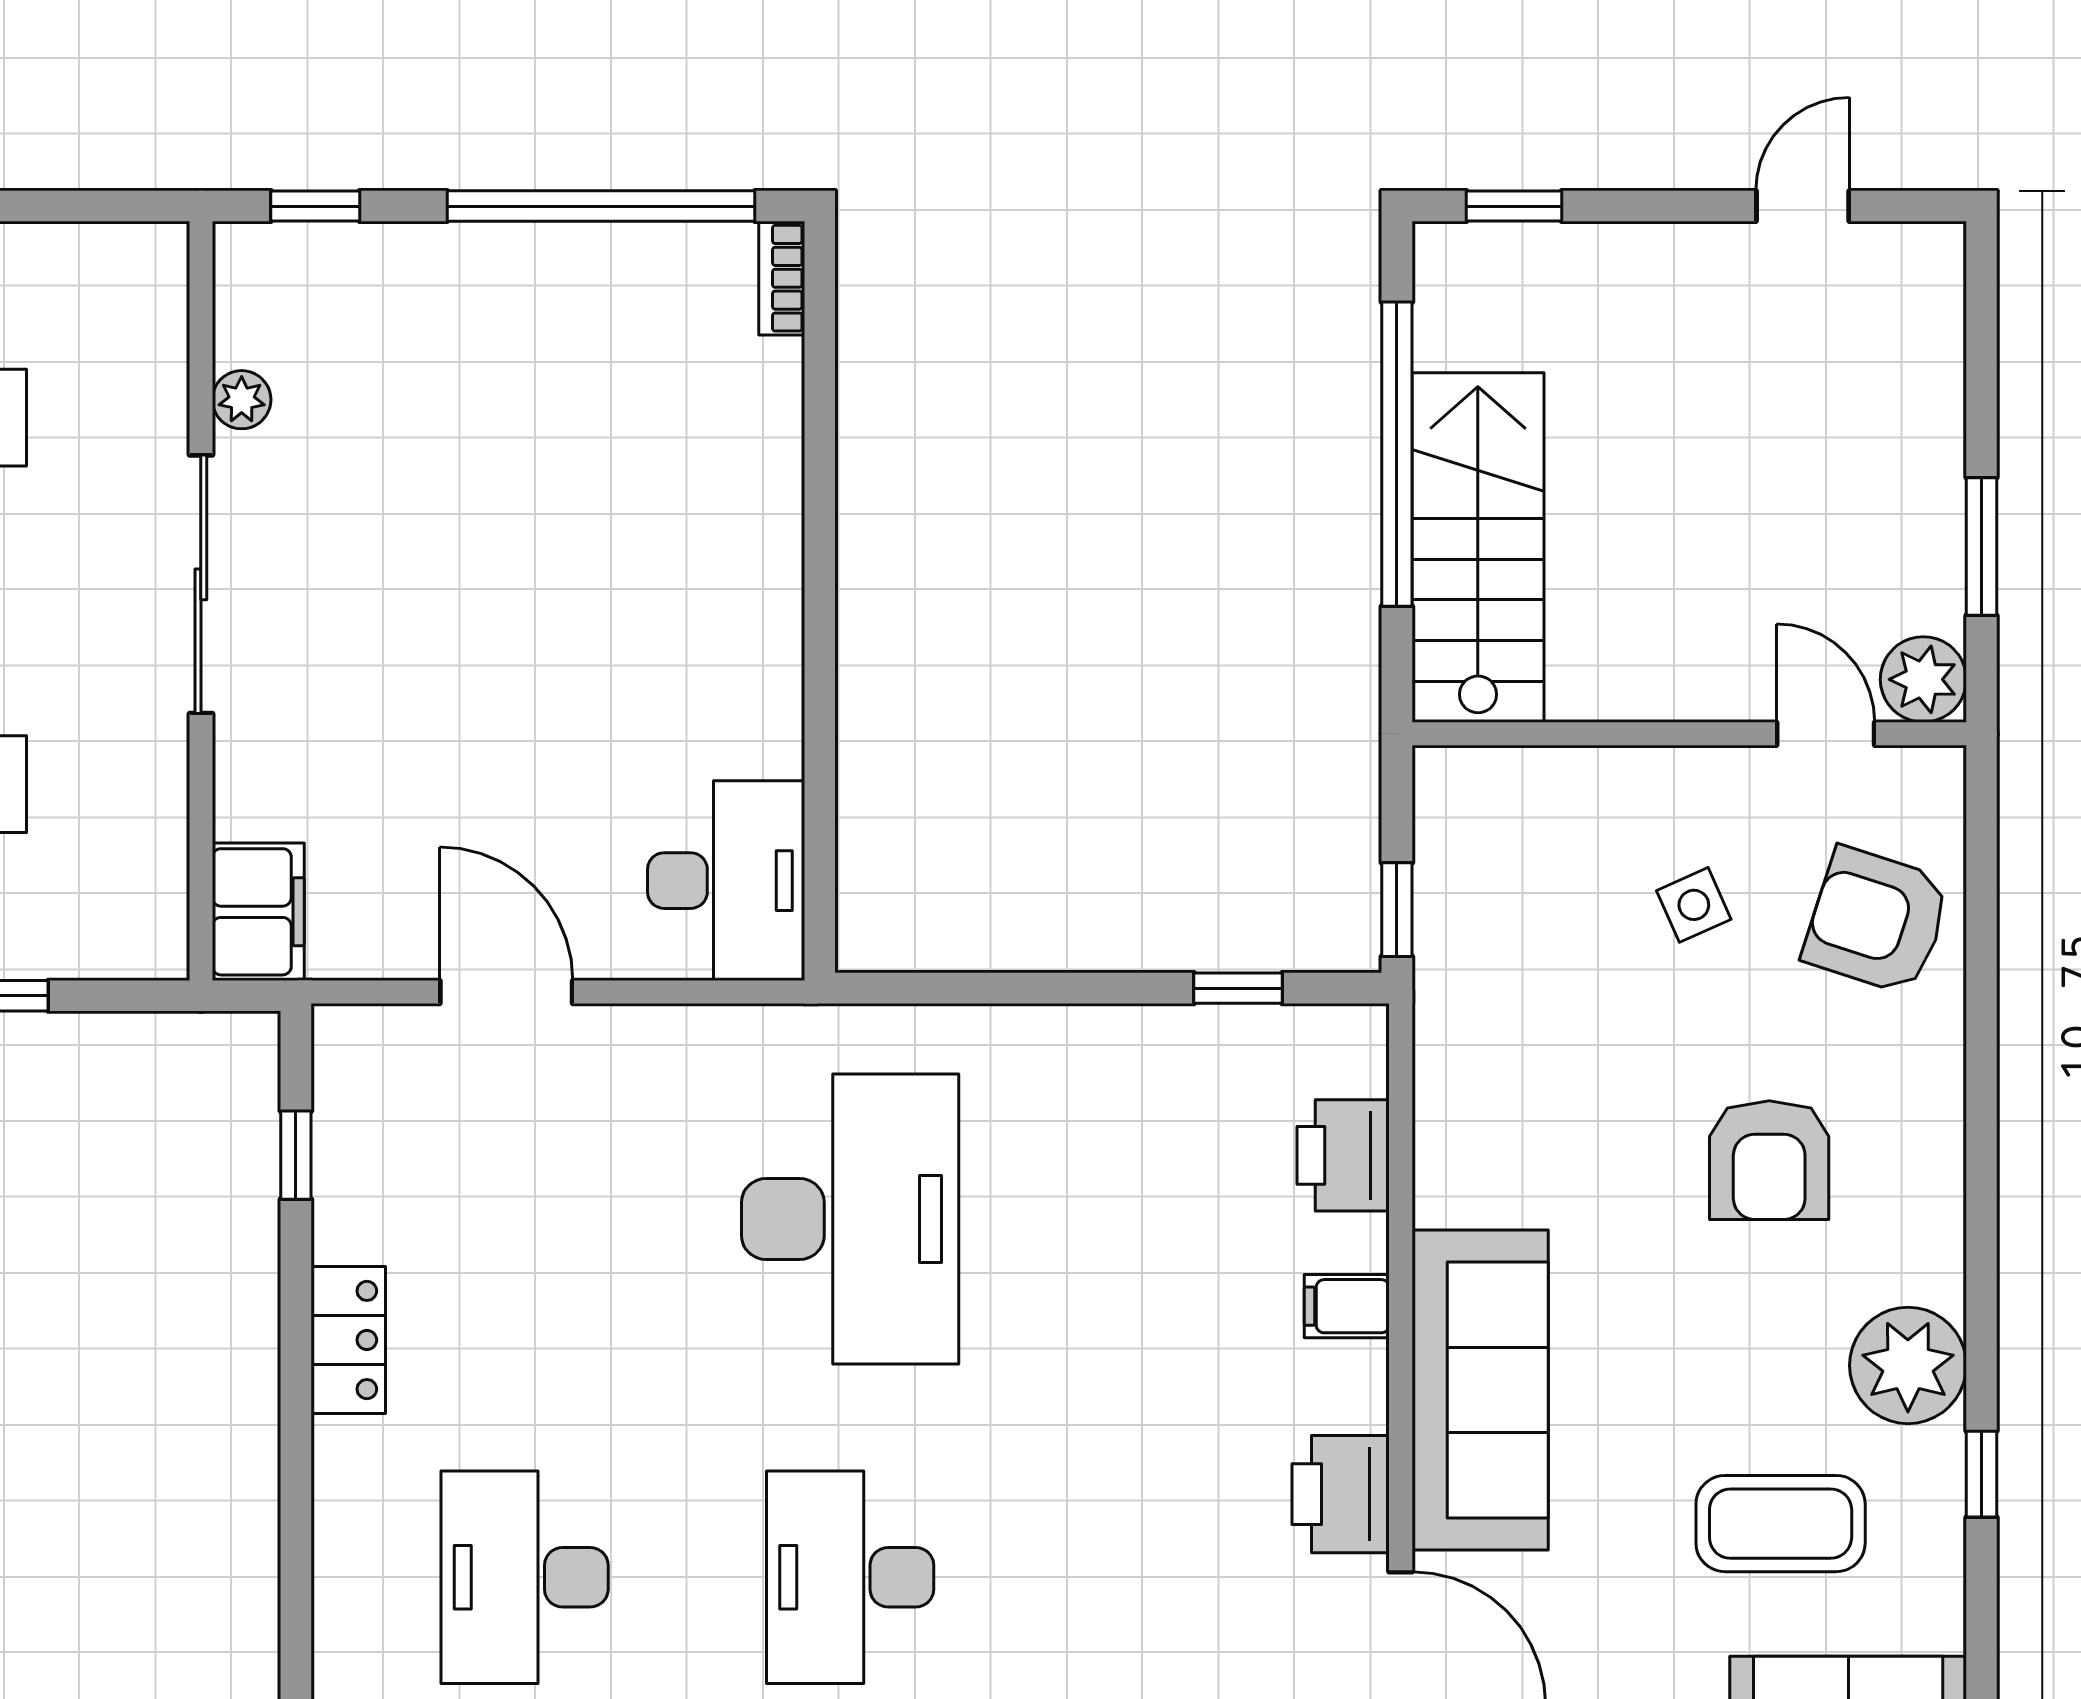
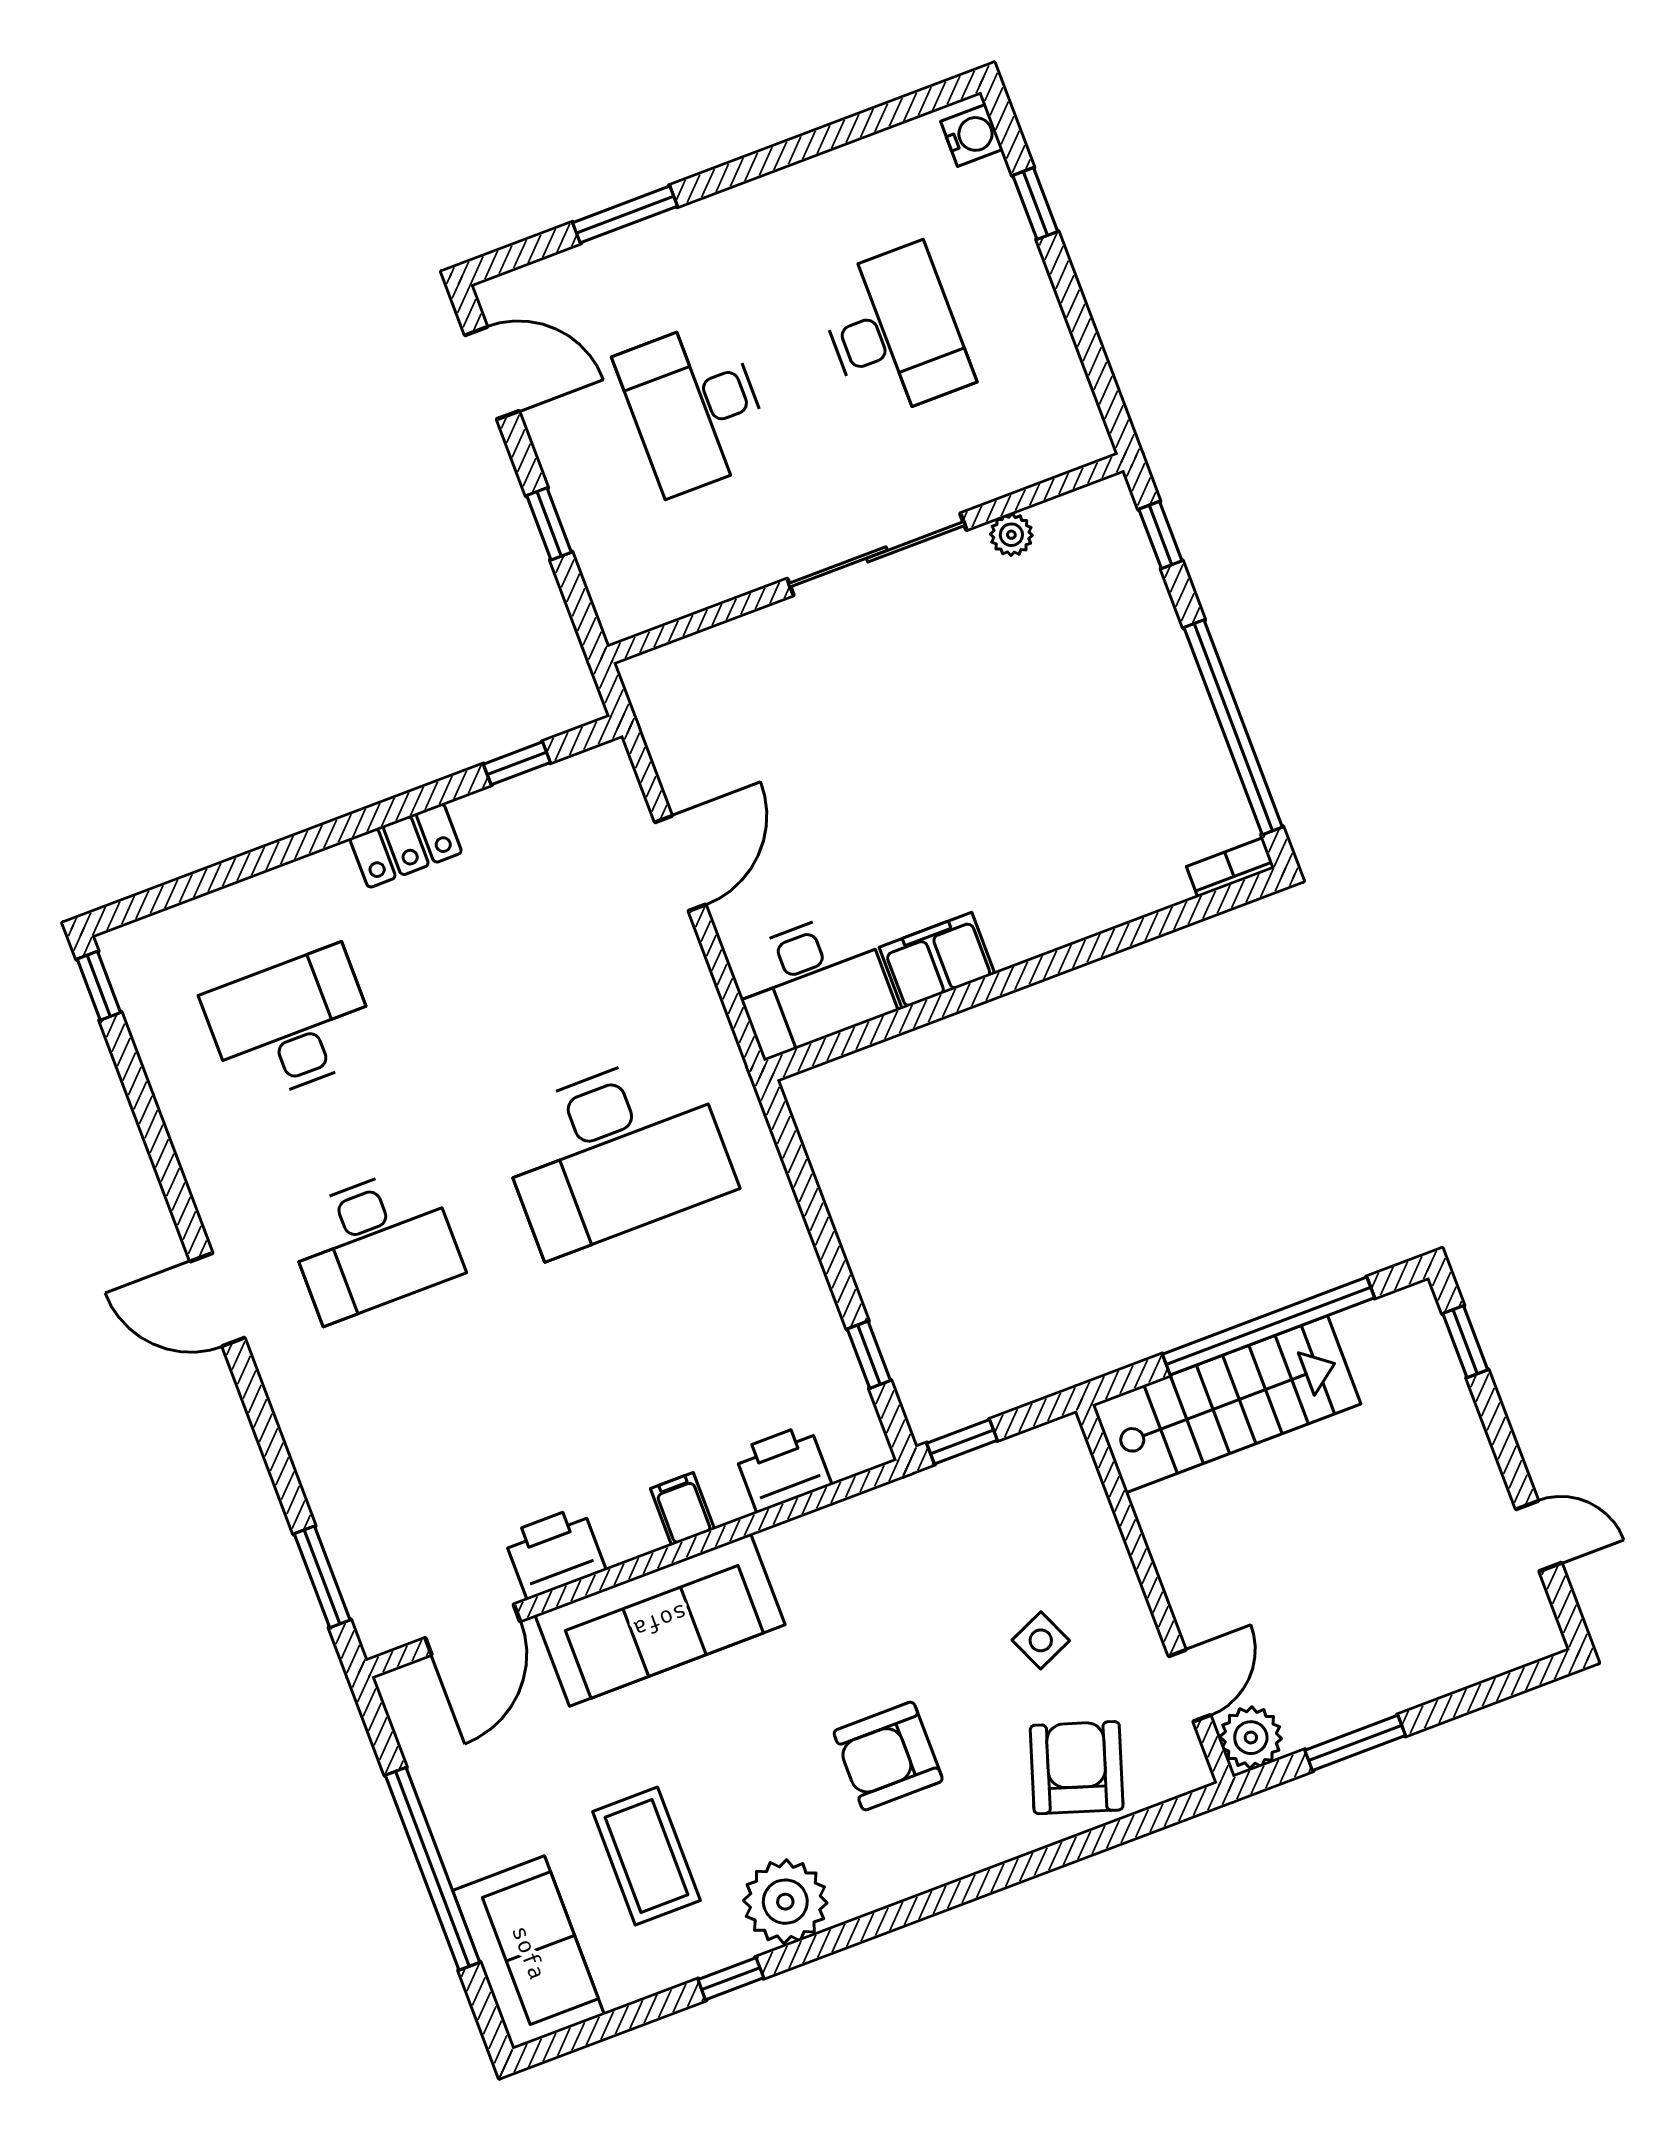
filing cabinet: (258, 912) -> (937, 961), moved, turned 180
desk: (850, 1577) -> (374, 1244), turned 180

